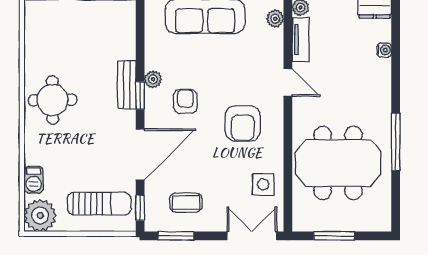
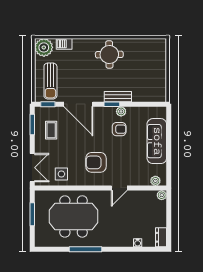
tv unit: (301, 40) -> (144, 195), removed
armchair: (185, 101) -> (119, 129), moved
meeting table: (338, 163) -> (74, 216), turned 90

